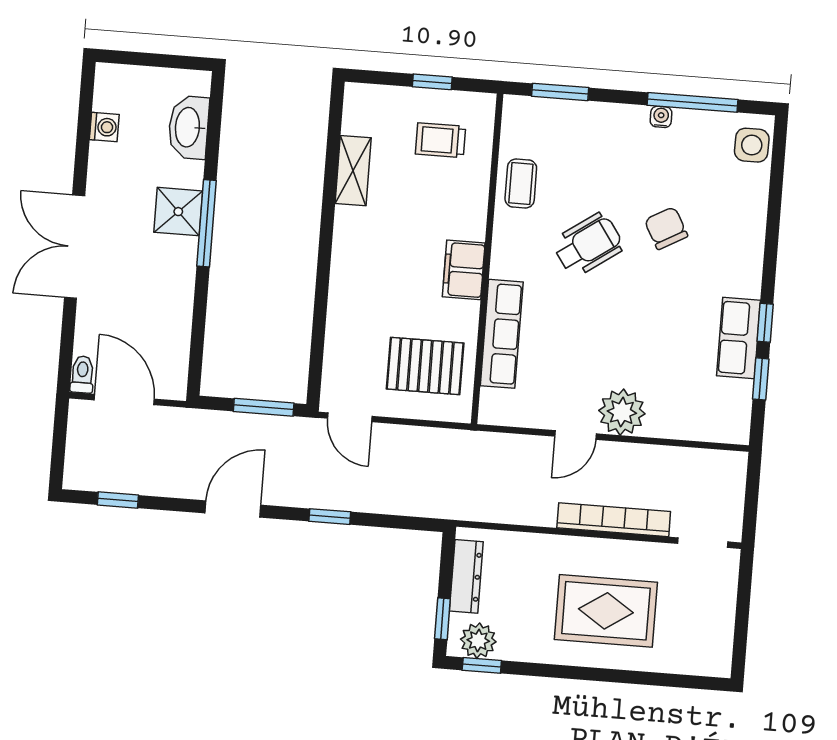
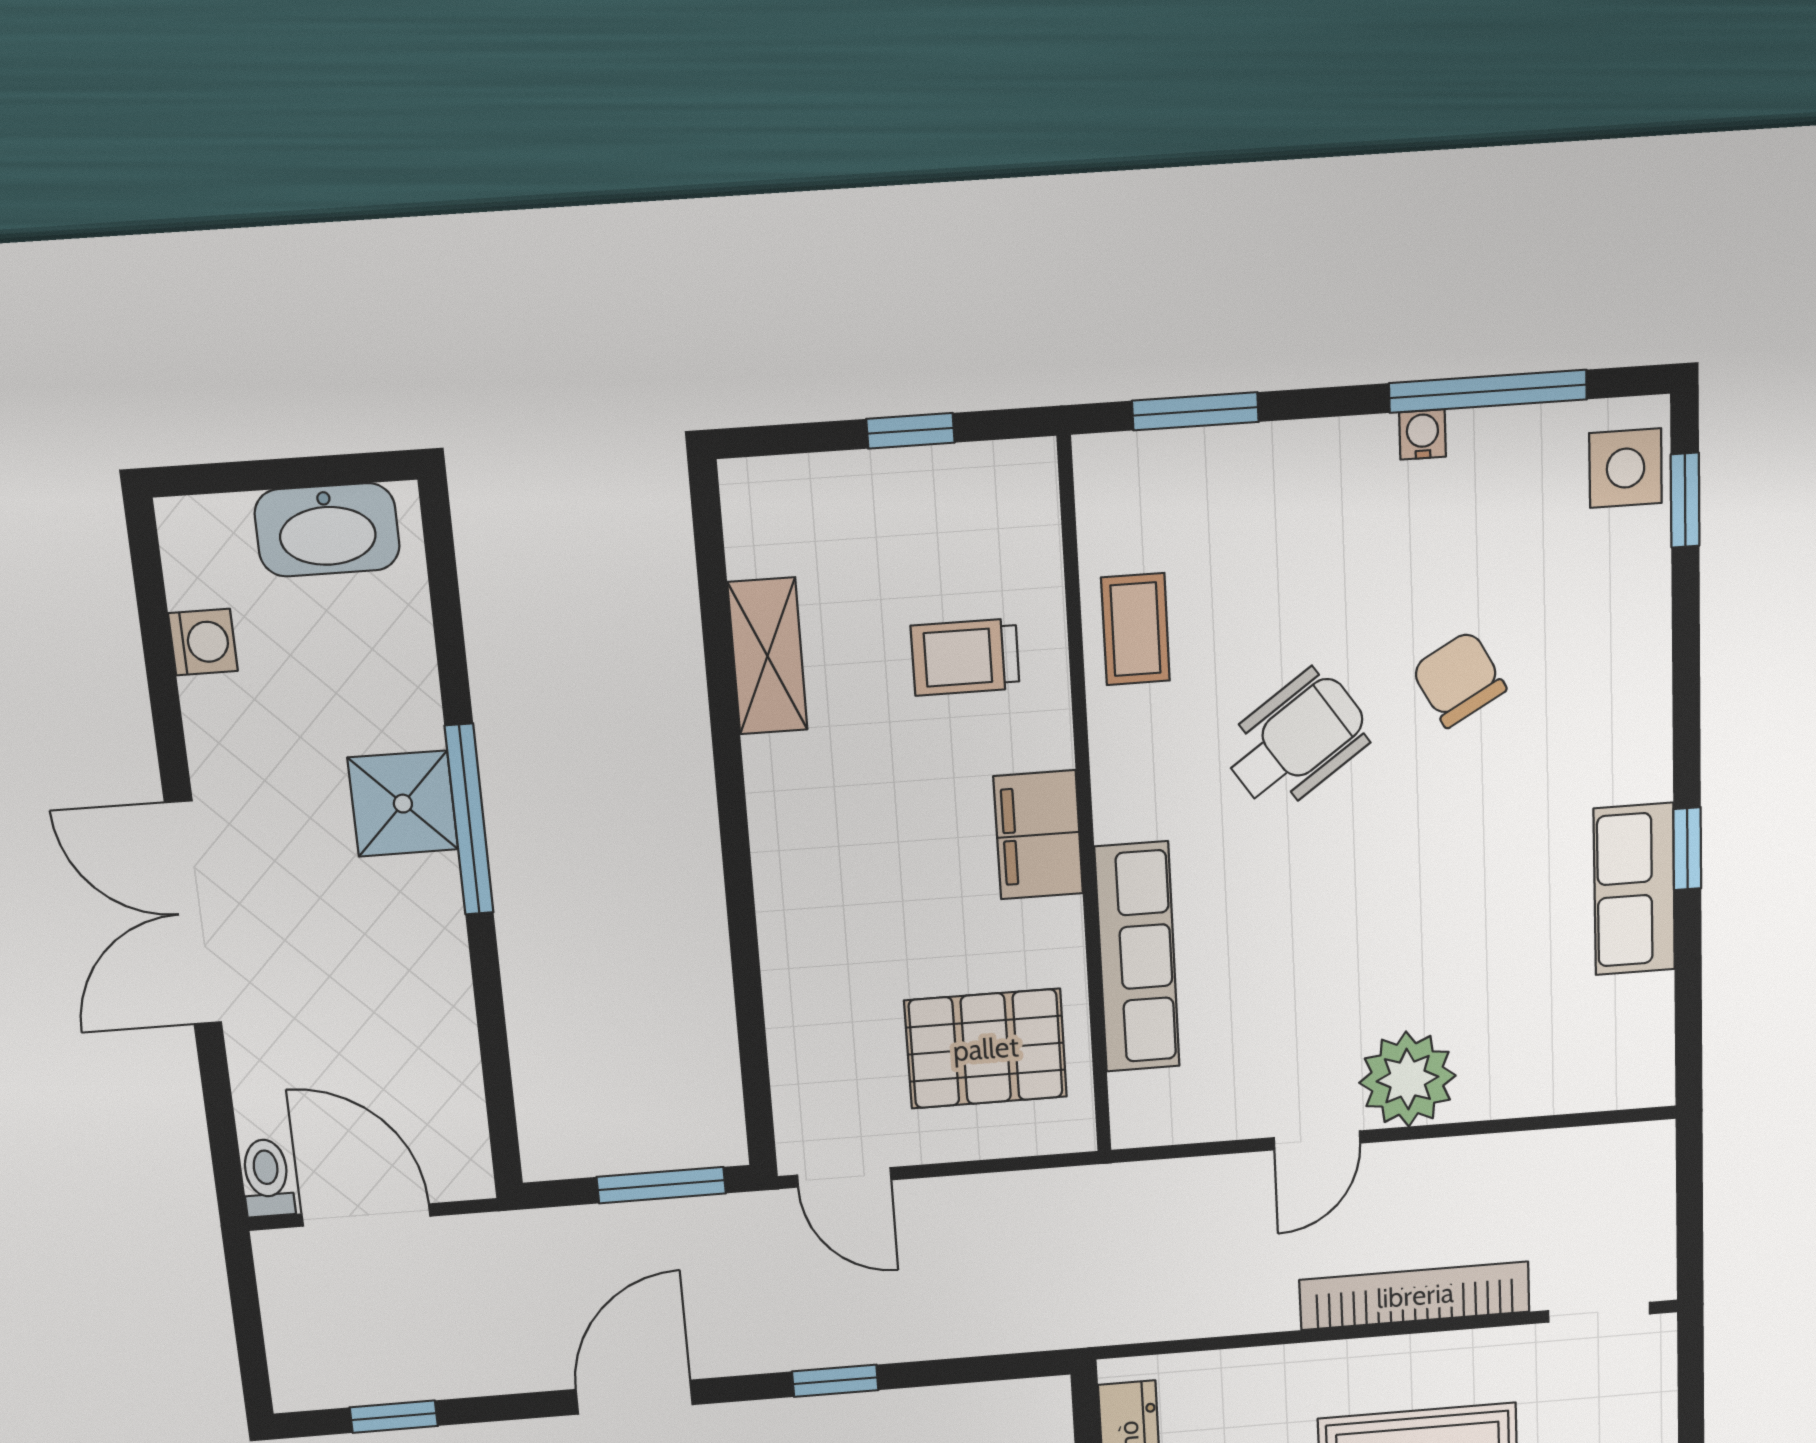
washbasin: (189, 127) -> (327, 530), moved, turned -90
trolley: (440, 140) -> (965, 657), moved
window: (761, 379) -> (1685, 500), moved

